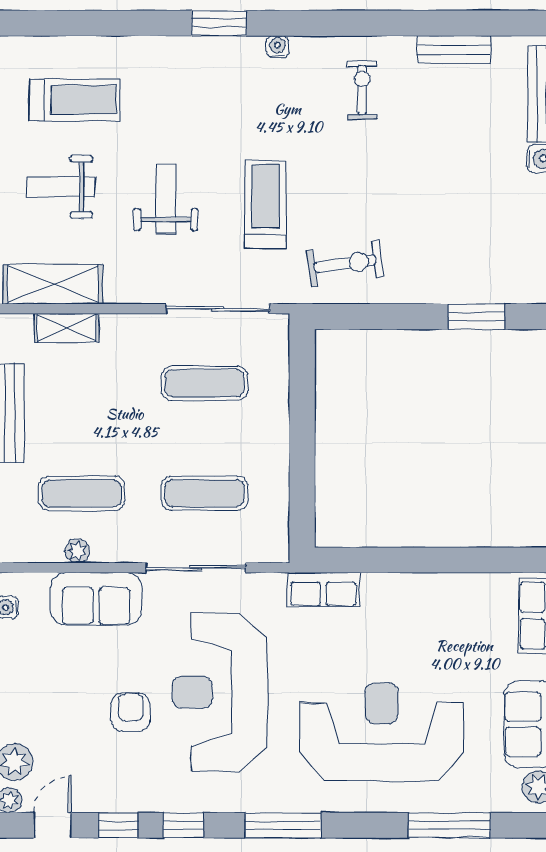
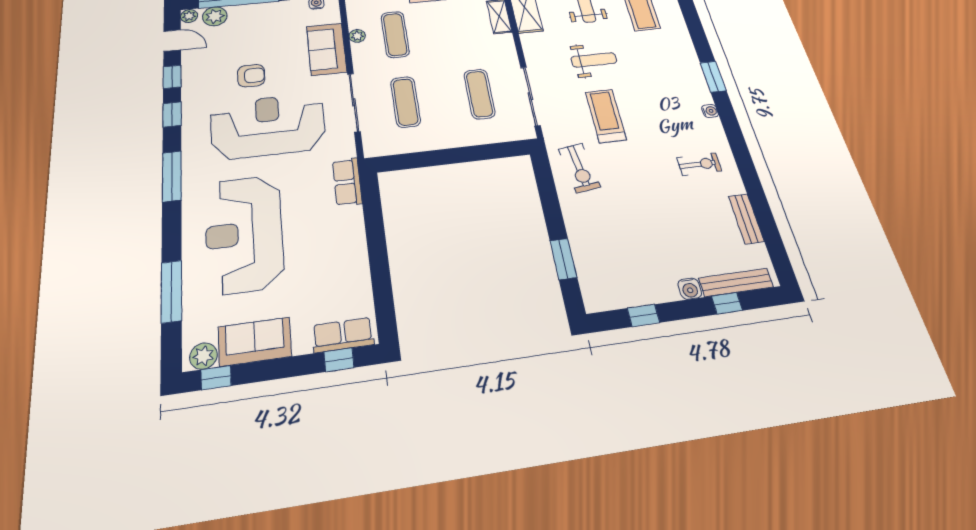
treadmill: (266, 205) -> (606, 116), turned -90
reception desk: (382, 732) -> (244, 234), turned 180

